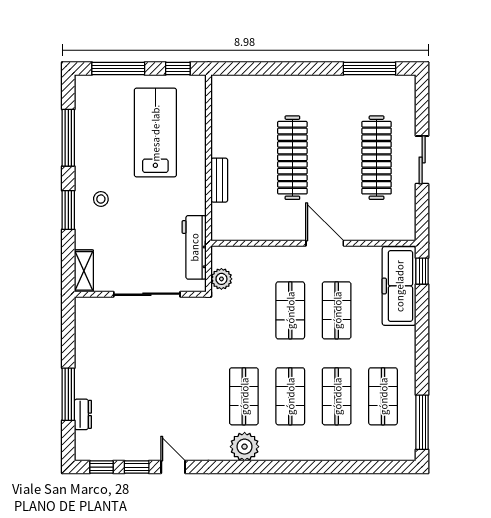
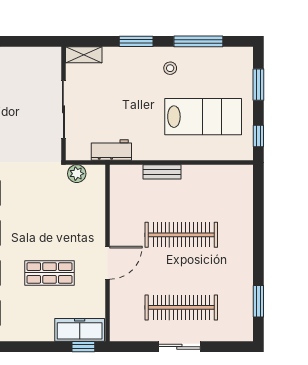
window: (118, 68) -> (258, 85), width x0.69
window: (369, 68) -> (258, 301), width x0.69
stool: (101, 199) -> (170, 68), moved
workbench: (194, 247) -> (111, 150), width x0.73
freezer: (399, 286) -> (80, 330), width x0.73, depth x0.79
shop shelf: (290, 310) -> (50, 233), removed

